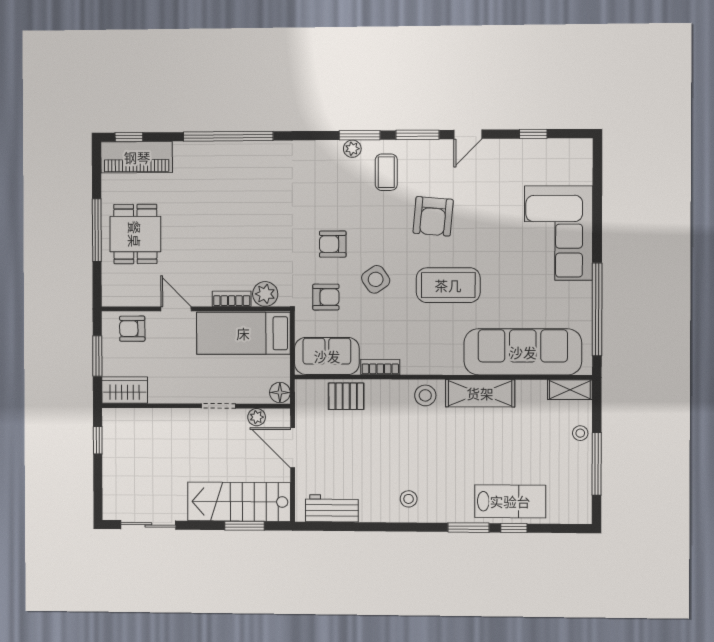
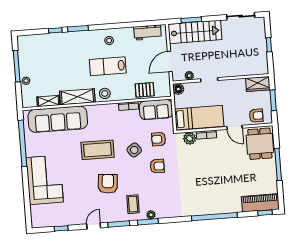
dining table: (135, 234) -> (260, 144), moved
shelving: (570, 390) -> (48, 101), moved
window: (98, 440) -> (269, 45), moved
door: (293, 448) -> (170, 62), swing flipped
lab bench: (510, 501) -> (108, 66), moved

